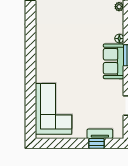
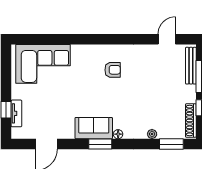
armchair: (59, 44) -> (113, 70), added

